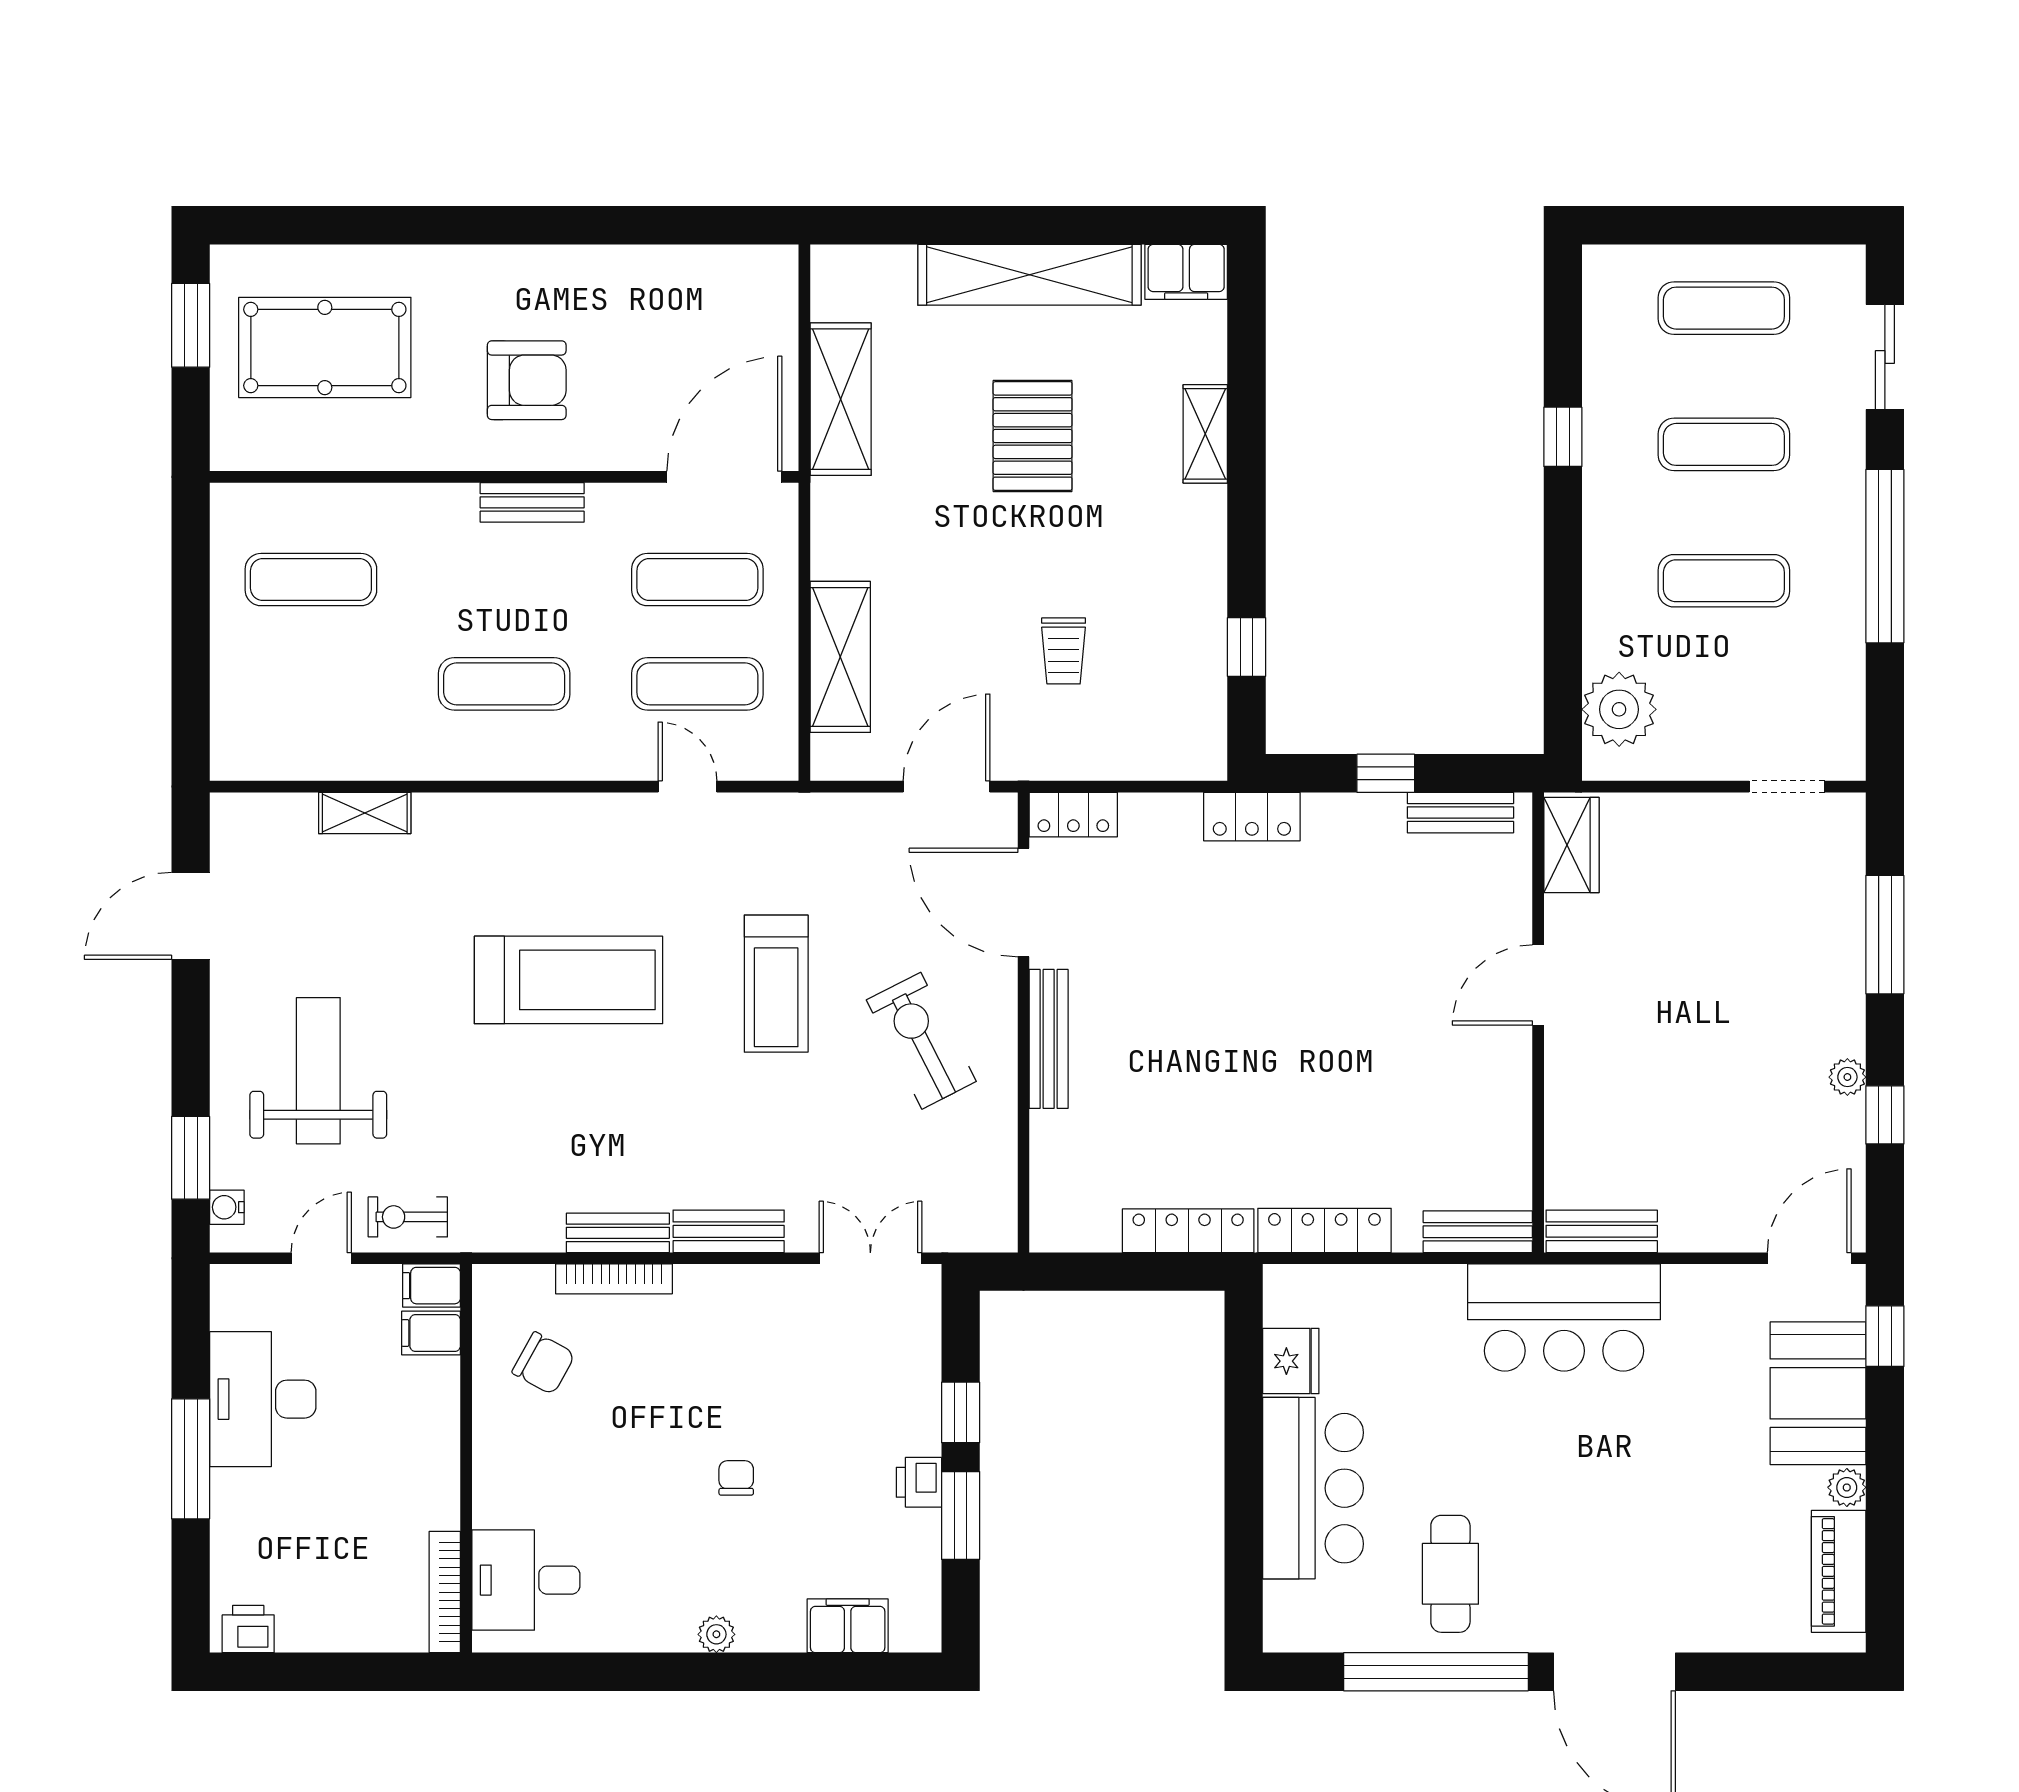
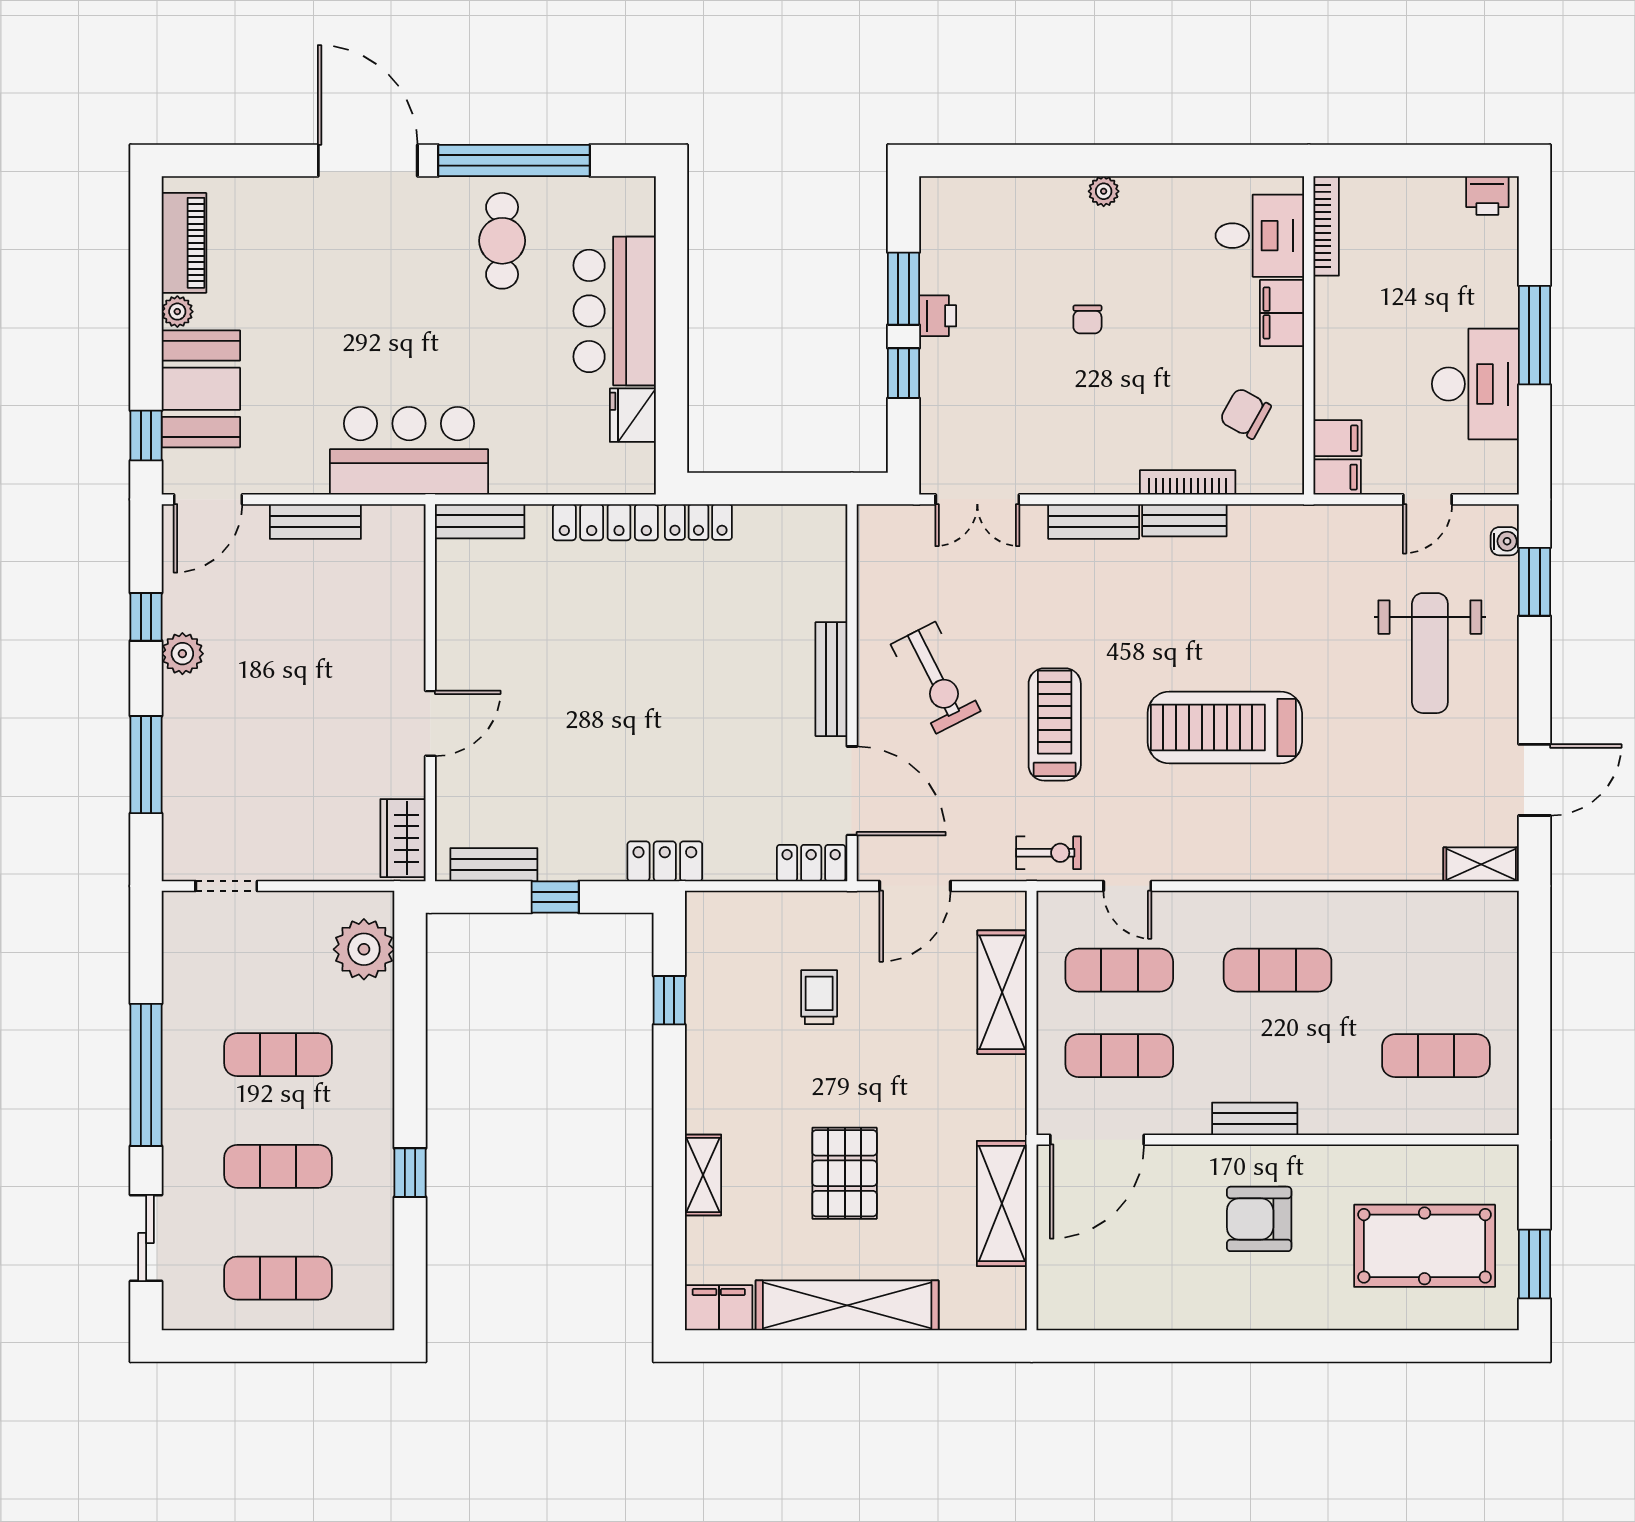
shelving: (365, 813) -> (1481, 864), moved
plant: (1847, 1077) -> (182, 654), width x1.38, depth x1.38
exercise bike: (408, 1217) -> (1049, 853), moved
locker: (1188, 1231) -> (698, 522), width x0.66
bench: (1602, 1231) -> (315, 521), moved
filing cabinet: (848, 1626) -> (1282, 313), moved, turned 90

